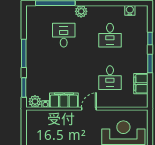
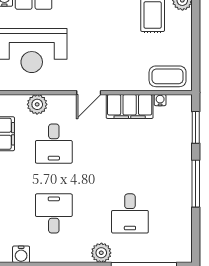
desk: (110, 78) -> (54, 144), turned 180
plant: (35, 101) -> (37, 104), moved
coffee table: (41, 119) -> (168, 76), added

